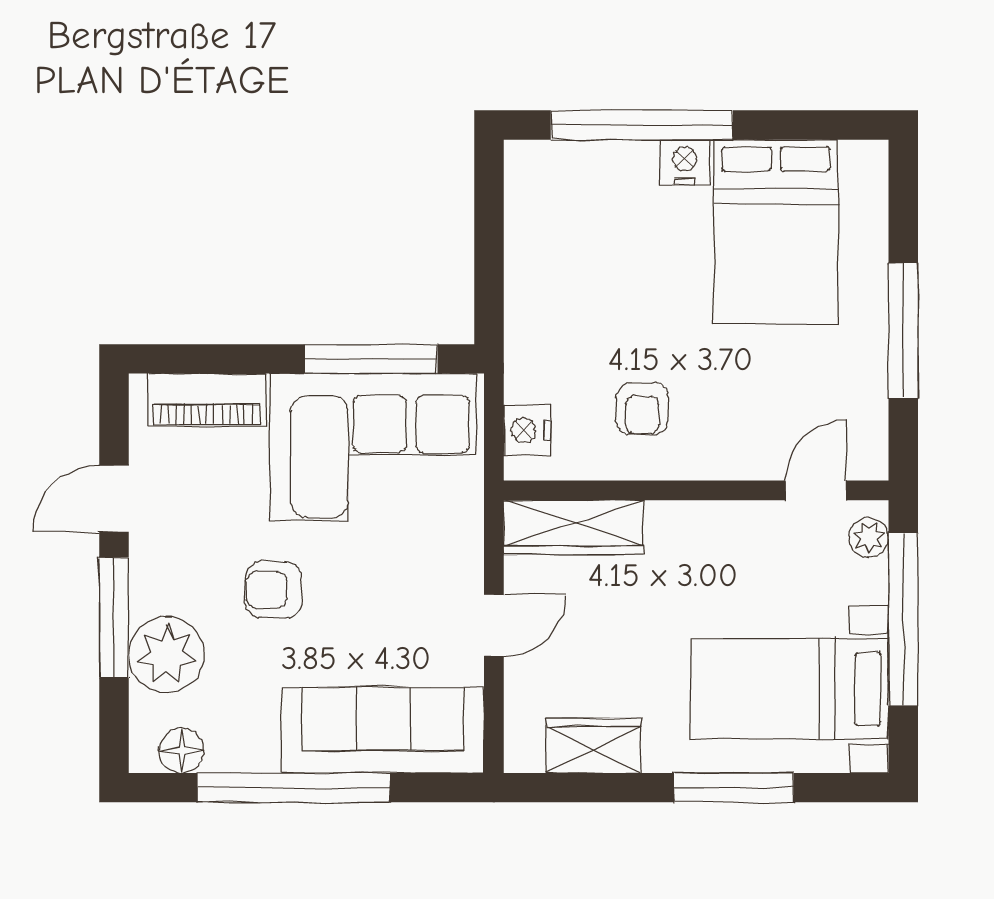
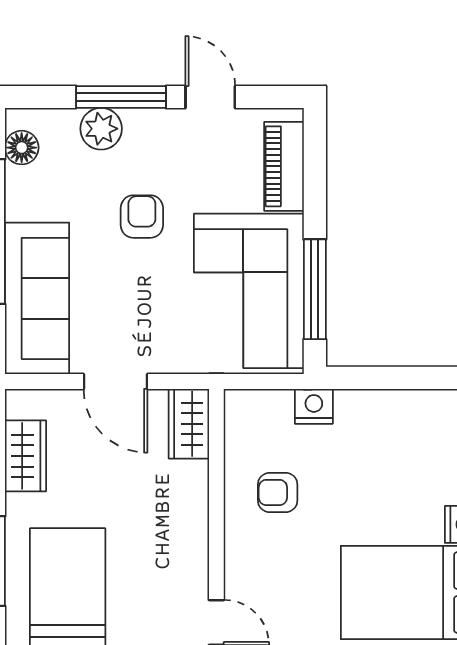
nightstand: (527, 430) -> (314, 406), moved
wardrobe: (574, 527) -> (189, 424), width x0.67
door: (494, 625) -> (115, 381), width x1.38
plant: (166, 655) -> (101, 129), width x0.73, depth x0.73

